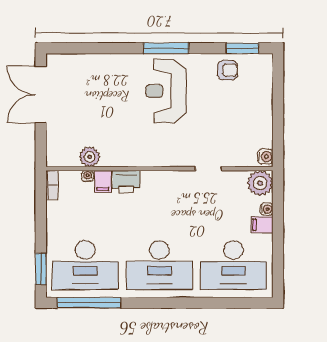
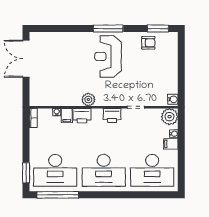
plant: (90, 157) -> (88, 100), moved
printer: (172, 181) -> (112, 115), added

